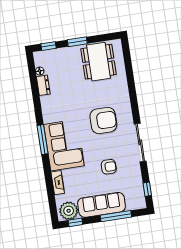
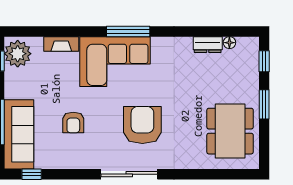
dining table: (98, 62) -> (230, 131), turned 90
armchair: (103, 120) -> (142, 125), turned 180
sliding door: (140, 142) -> (129, 174), moved
sofa: (101, 205) -> (19, 134), moved

